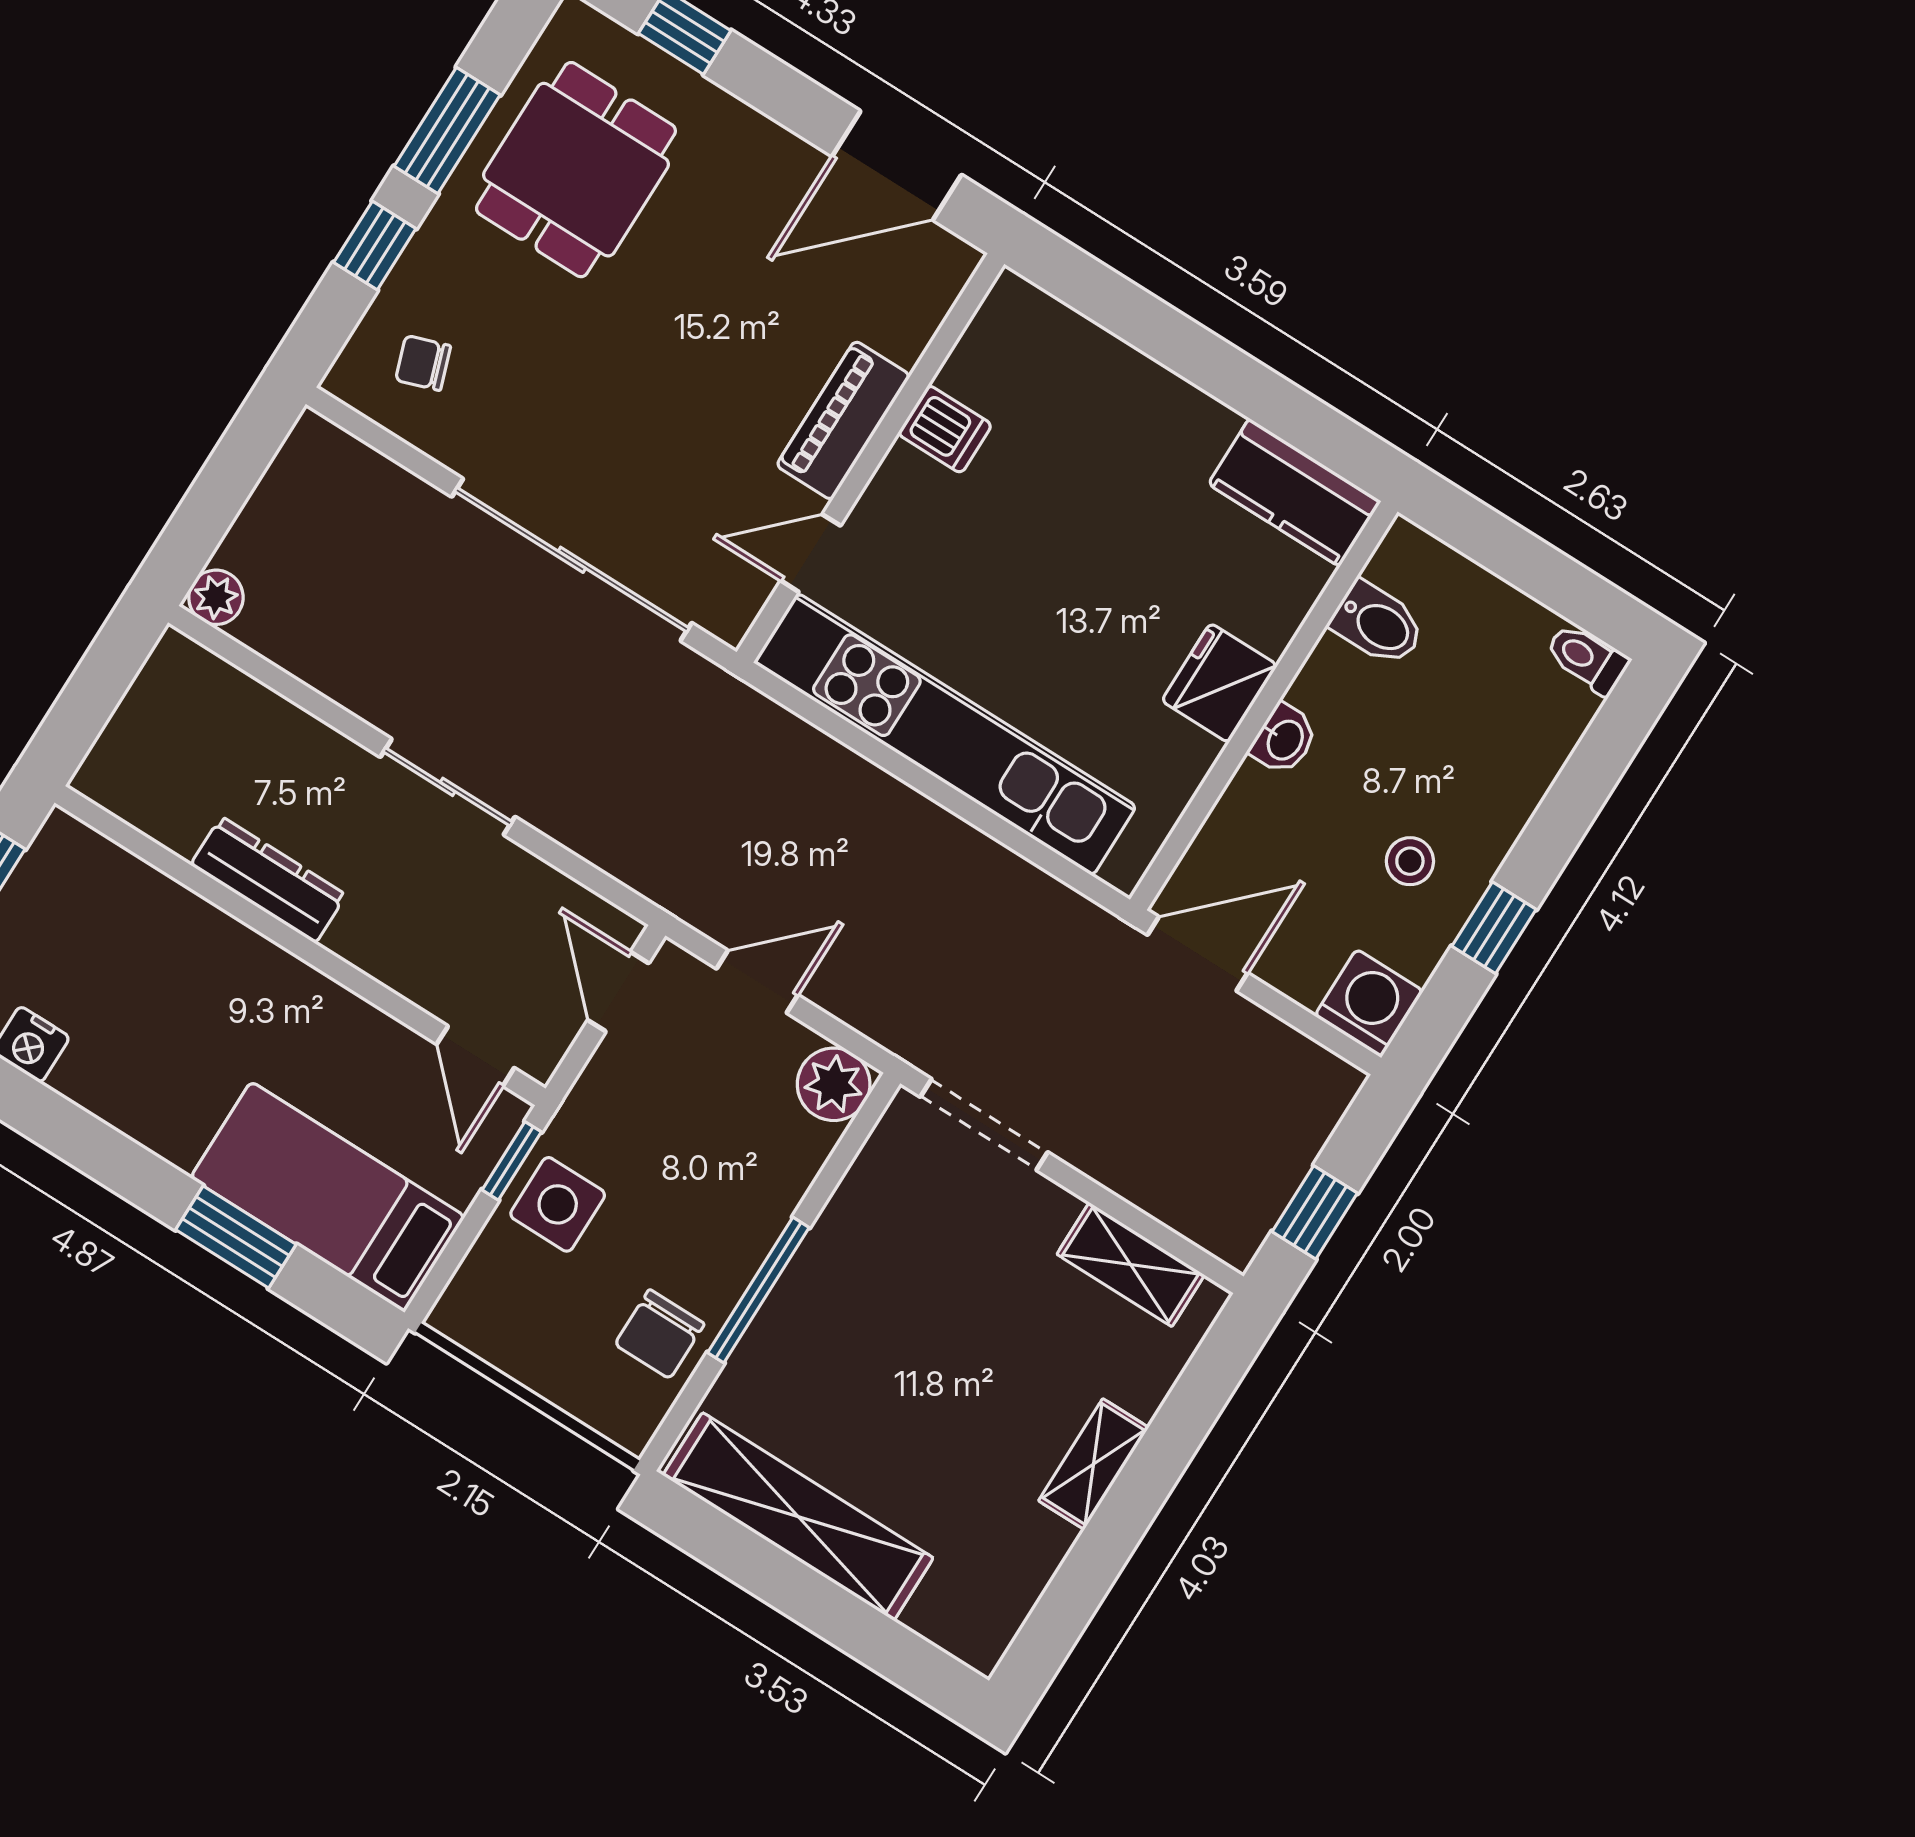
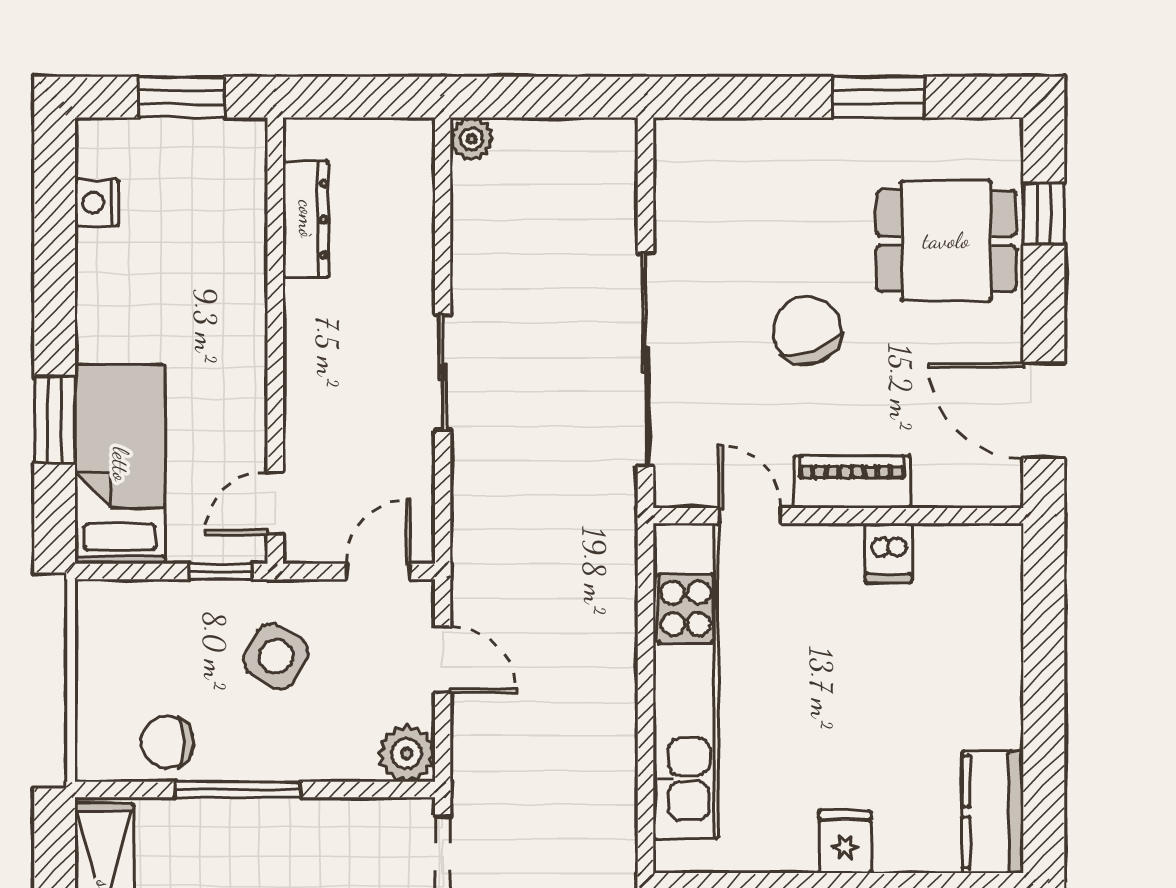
dining table: (576, 170) -> (946, 241), moved
window: (375, 245) -> (772, 97), removed
chair: (423, 363) -> (807, 331), moved, width x1.87, depth x1.87
fridge: (1219, 683) -> (845, 842), width x0.72
dresser: (268, 880) -> (306, 219), moved
side table: (558, 1204) -> (276, 656), moved, turned 30

